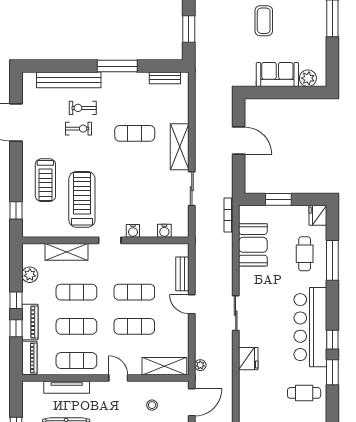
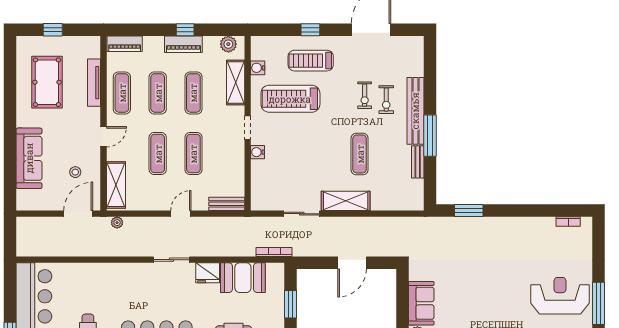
coffee table: (264, 21) -> (477, 289), removed
bench: (165, 78) -> (418, 162), moved
bench: (69, 80) -> (415, 111), moved
exercise bike: (83, 108) -> (386, 100), turned 180
treadmill: (82, 199) -> (290, 99), turned 180
window: (16, 210) -> (310, 30), moved
water cooler: (164, 231) -> (258, 68), moved
bench: (182, 274) -> (227, 204), moved
plant: (30, 275) -> (228, 44), moved
piano: (30, 322) -> (183, 44), moved
window: (16, 328) -> (156, 30), removed
fridge: (248, 359) -> (208, 273), moved
door: (192, 402) -> (78, 214), swing flipped

